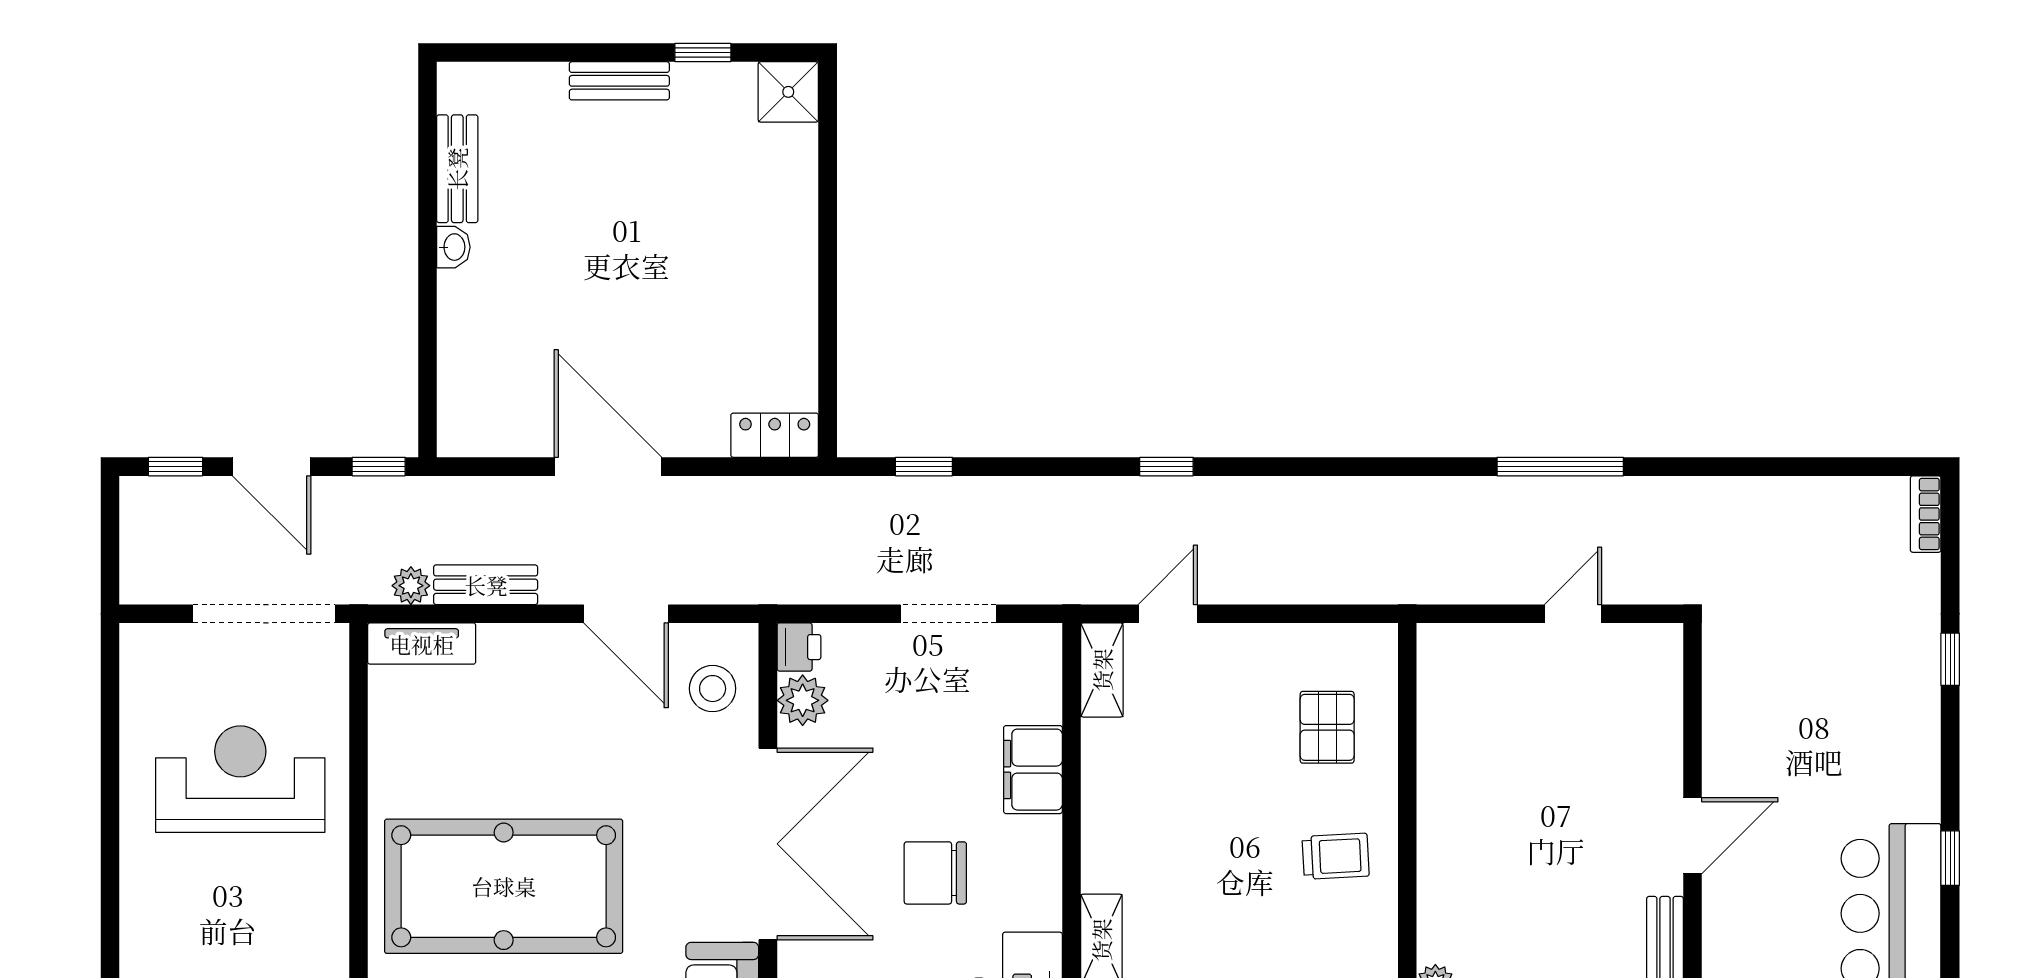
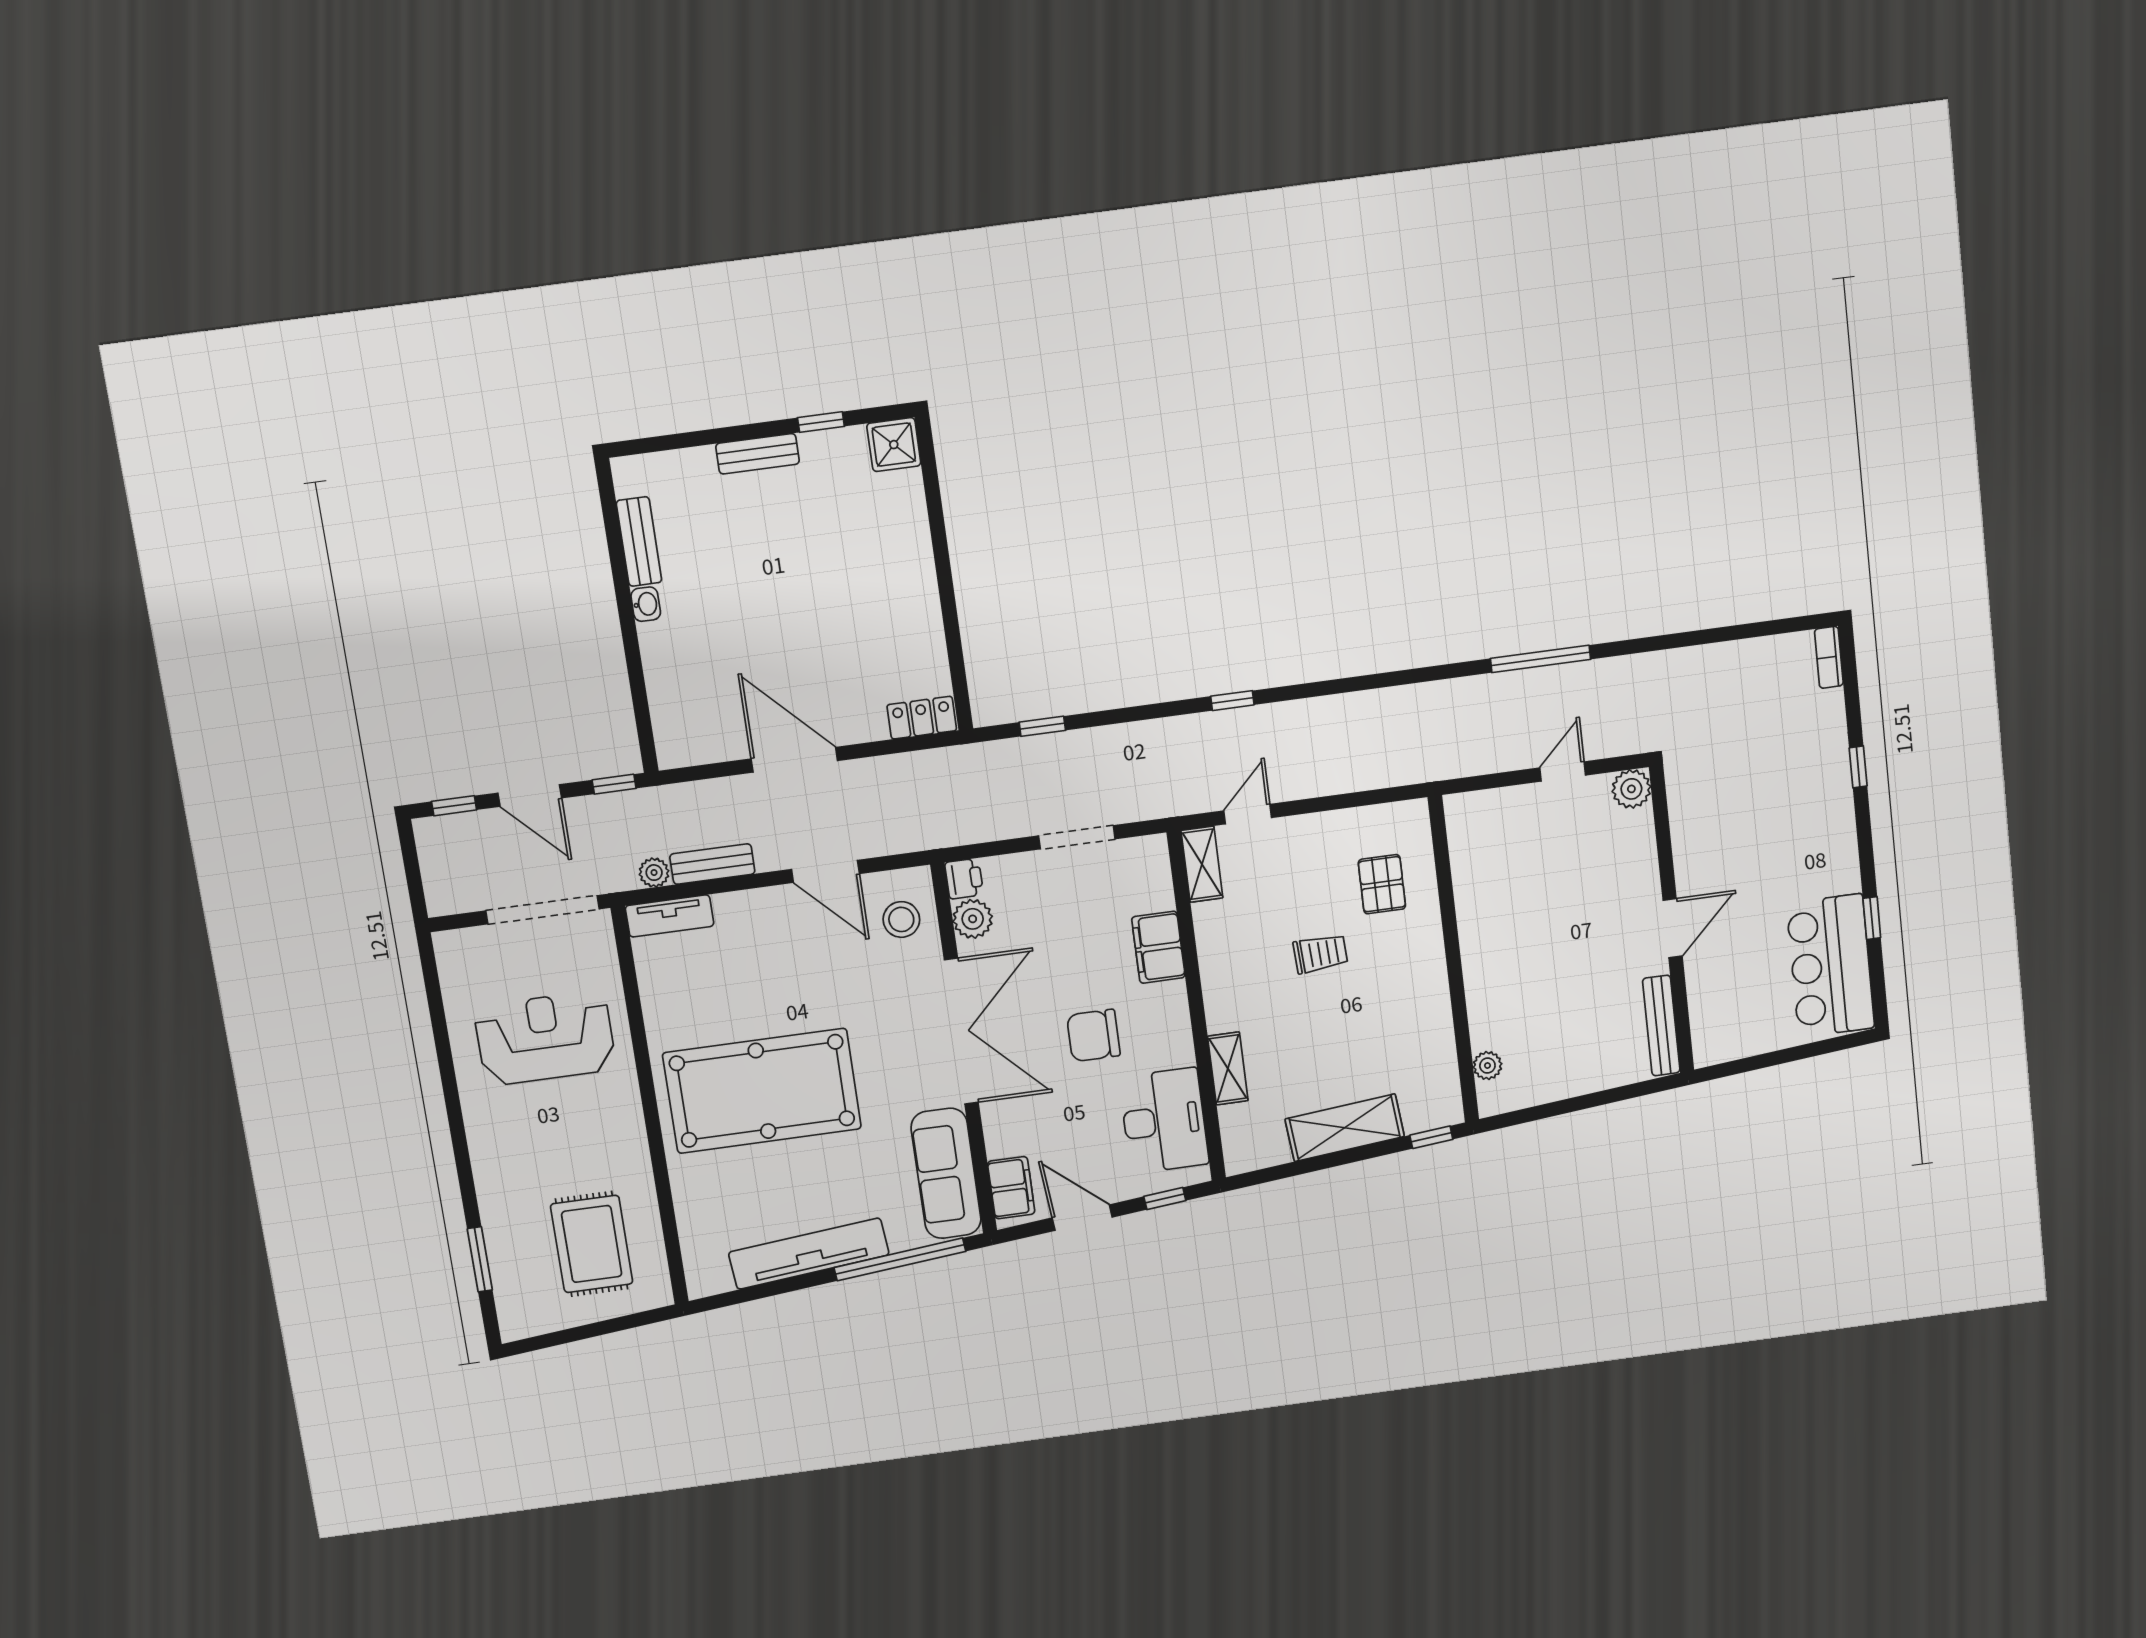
plant: (1658, 648) -> (1631, 789), added
trolley: (1336, 856) -> (1320, 954), moved

